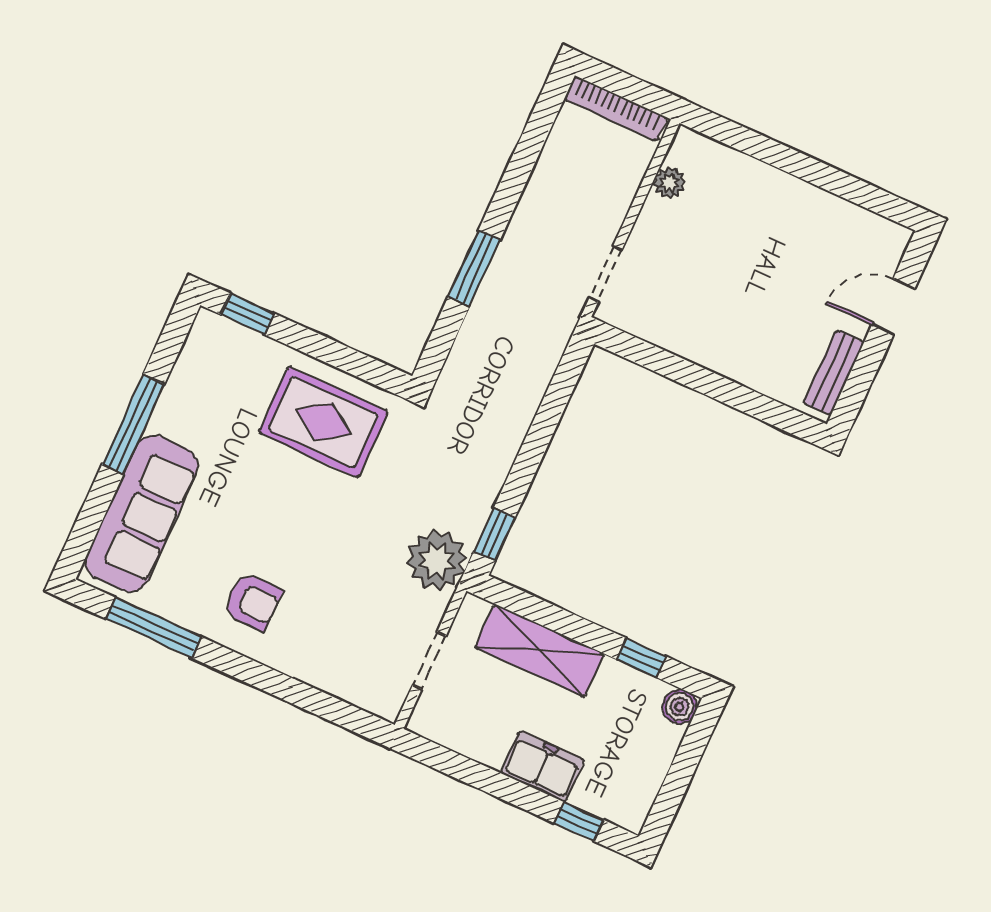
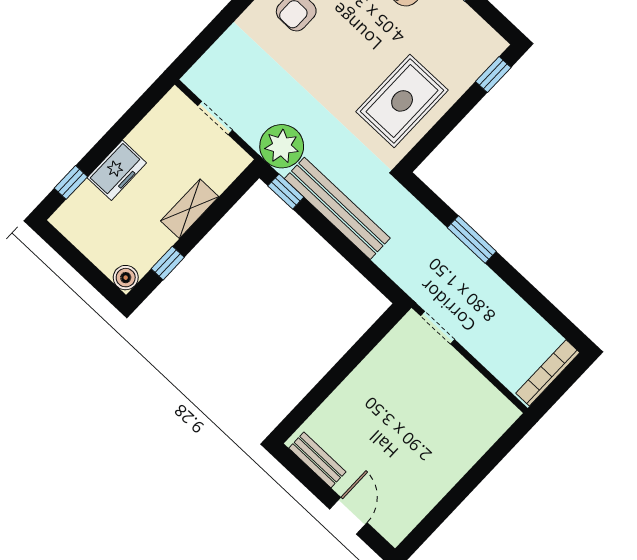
plant: (669, 183) -> (485, 392), removed
bench: (494, 459) -> (337, 208), added
shelving: (539, 650) -> (190, 209), width x0.67, depth x0.75

